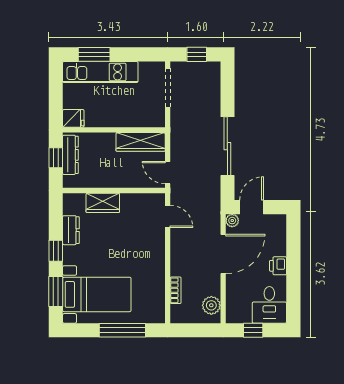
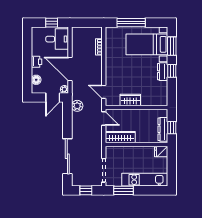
window: (94, 54) -> (124, 190), moved
sliding door: (227, 146) -> (67, 156), moved
wardrobe: (103, 203) -> (130, 100), moved
dresser: (71, 230) -> (163, 72), moved
floor lamp: (279, 236) -> (36, 80), added
door: (223, 254) -> (70, 69), hinge flipped
plant: (211, 305) -> (77, 106), moved
desk: (269, 305) -> (57, 39), moved, turned 90

